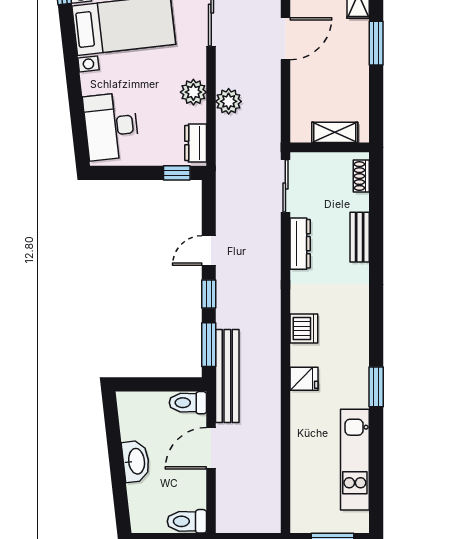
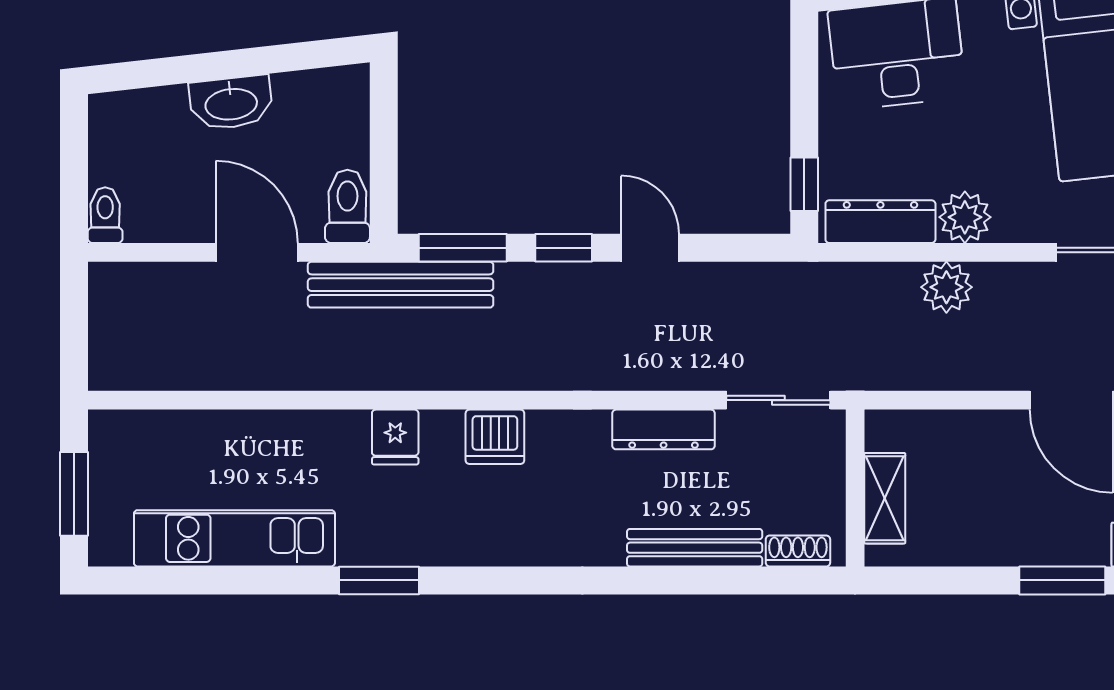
dresser: (196, 143) -> (880, 222), width x1.44
bench: (360, 237) -> (695, 548), width x1.36
toilet: (187, 521) -> (105, 215), width x0.73, depth x0.72

